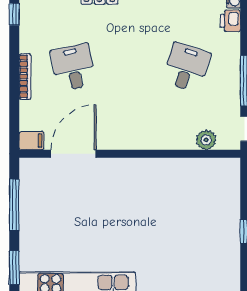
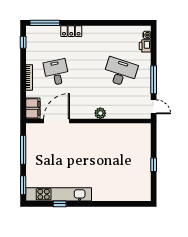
desk: (186, 67) -> (120, 72), width x1.37
plant: (206, 140) -> (100, 113), moved
filing cabinet: (32, 141) -> (33, 108), width x2.00

